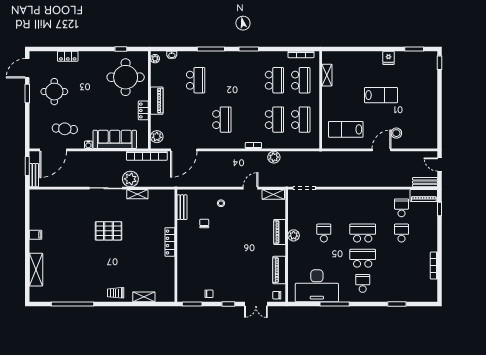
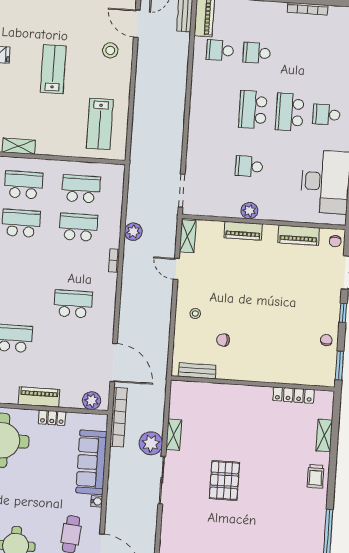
door: (381, 150) -> (137, 24), moved
locker: (170, 242) -> (293, 395), moved

